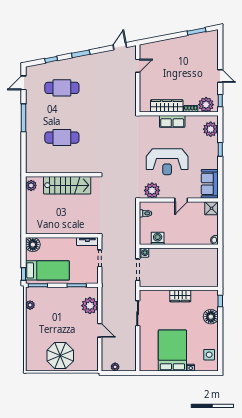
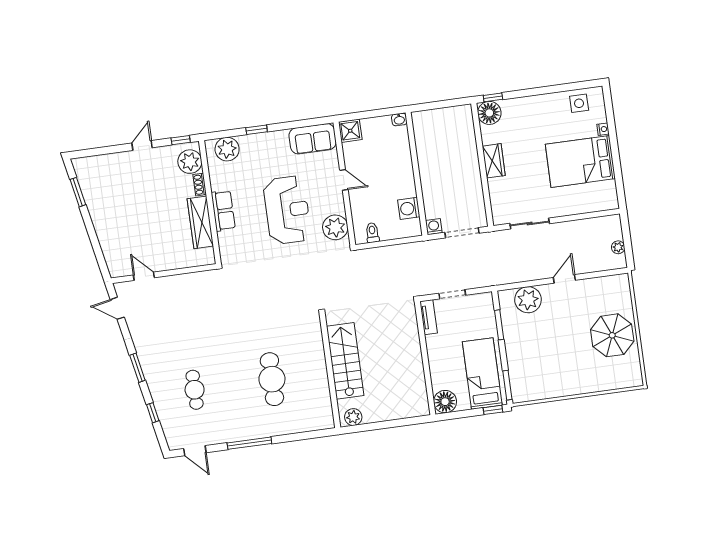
cafe table: (62, 88) -> (195, 390), width x0.73, depth x0.74
plant: (30, 305) -> (540, 393), removed
floor lamp: (211, 317) -> (489, 113), moved

